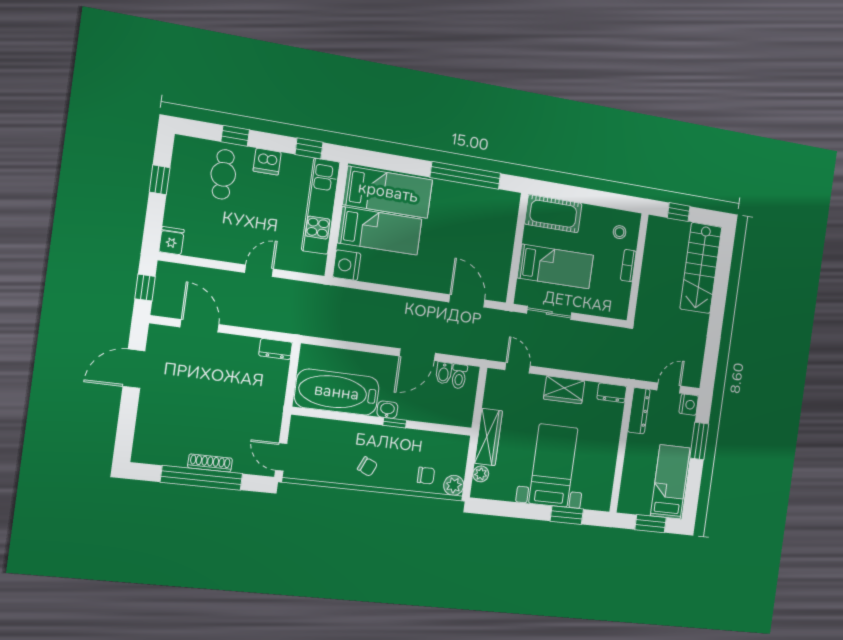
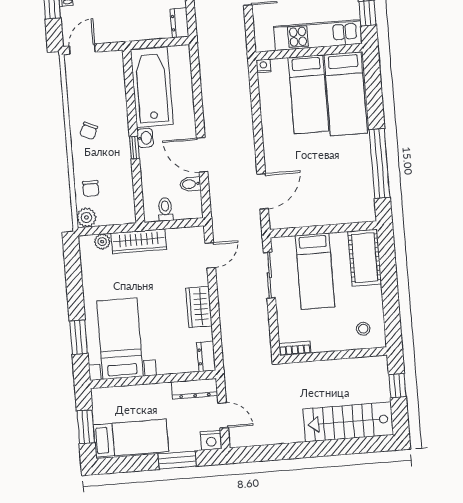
nightstand: (347, 265) -> (263, 66), width x0.53, depth x0.56
bookcase: (628, 266) -> (295, 348), moved
toilet: (459, 376) -> (165, 209), moved, turned 90
bed with nightstands: (553, 466) -> (120, 339), moved, turned -90

